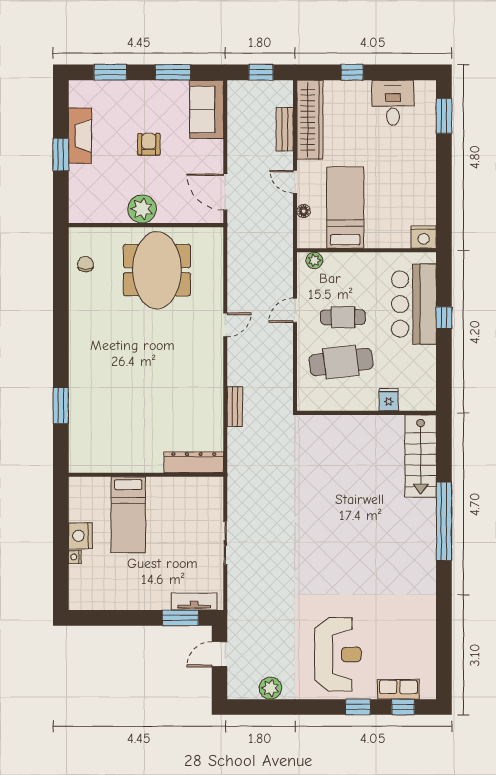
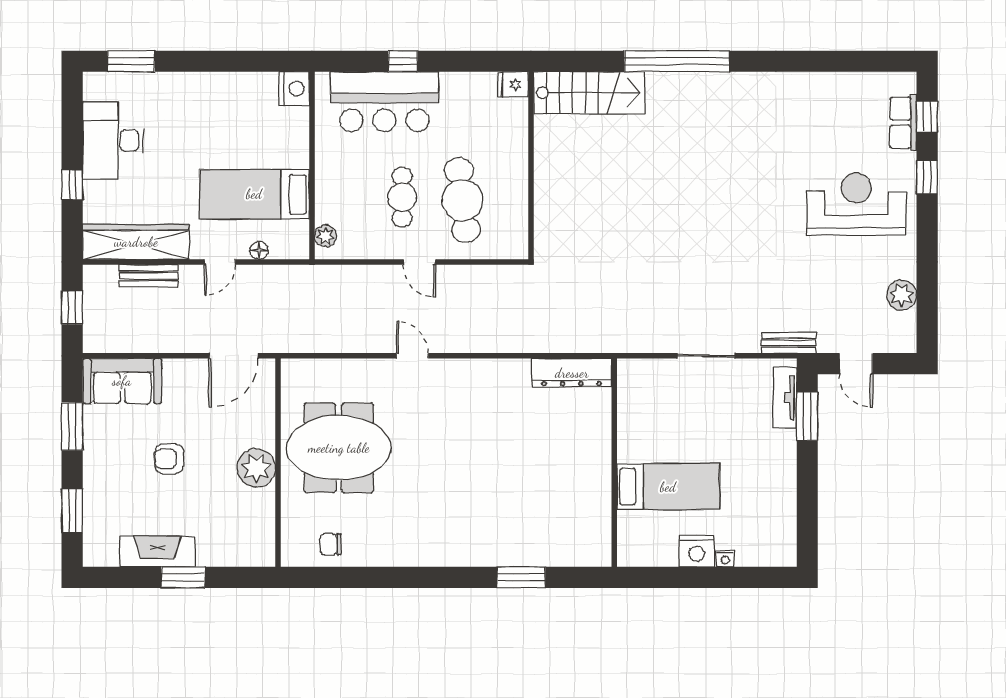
desk: (393, 103) -> (113, 140), width x1.37
door: (295, 310) -> (420, 262), moved
fridge: (389, 400) -> (513, 84), moved
bench: (235, 407) -> (789, 343), moved
dresser: (194, 462) -> (572, 373), moved, turned -90

